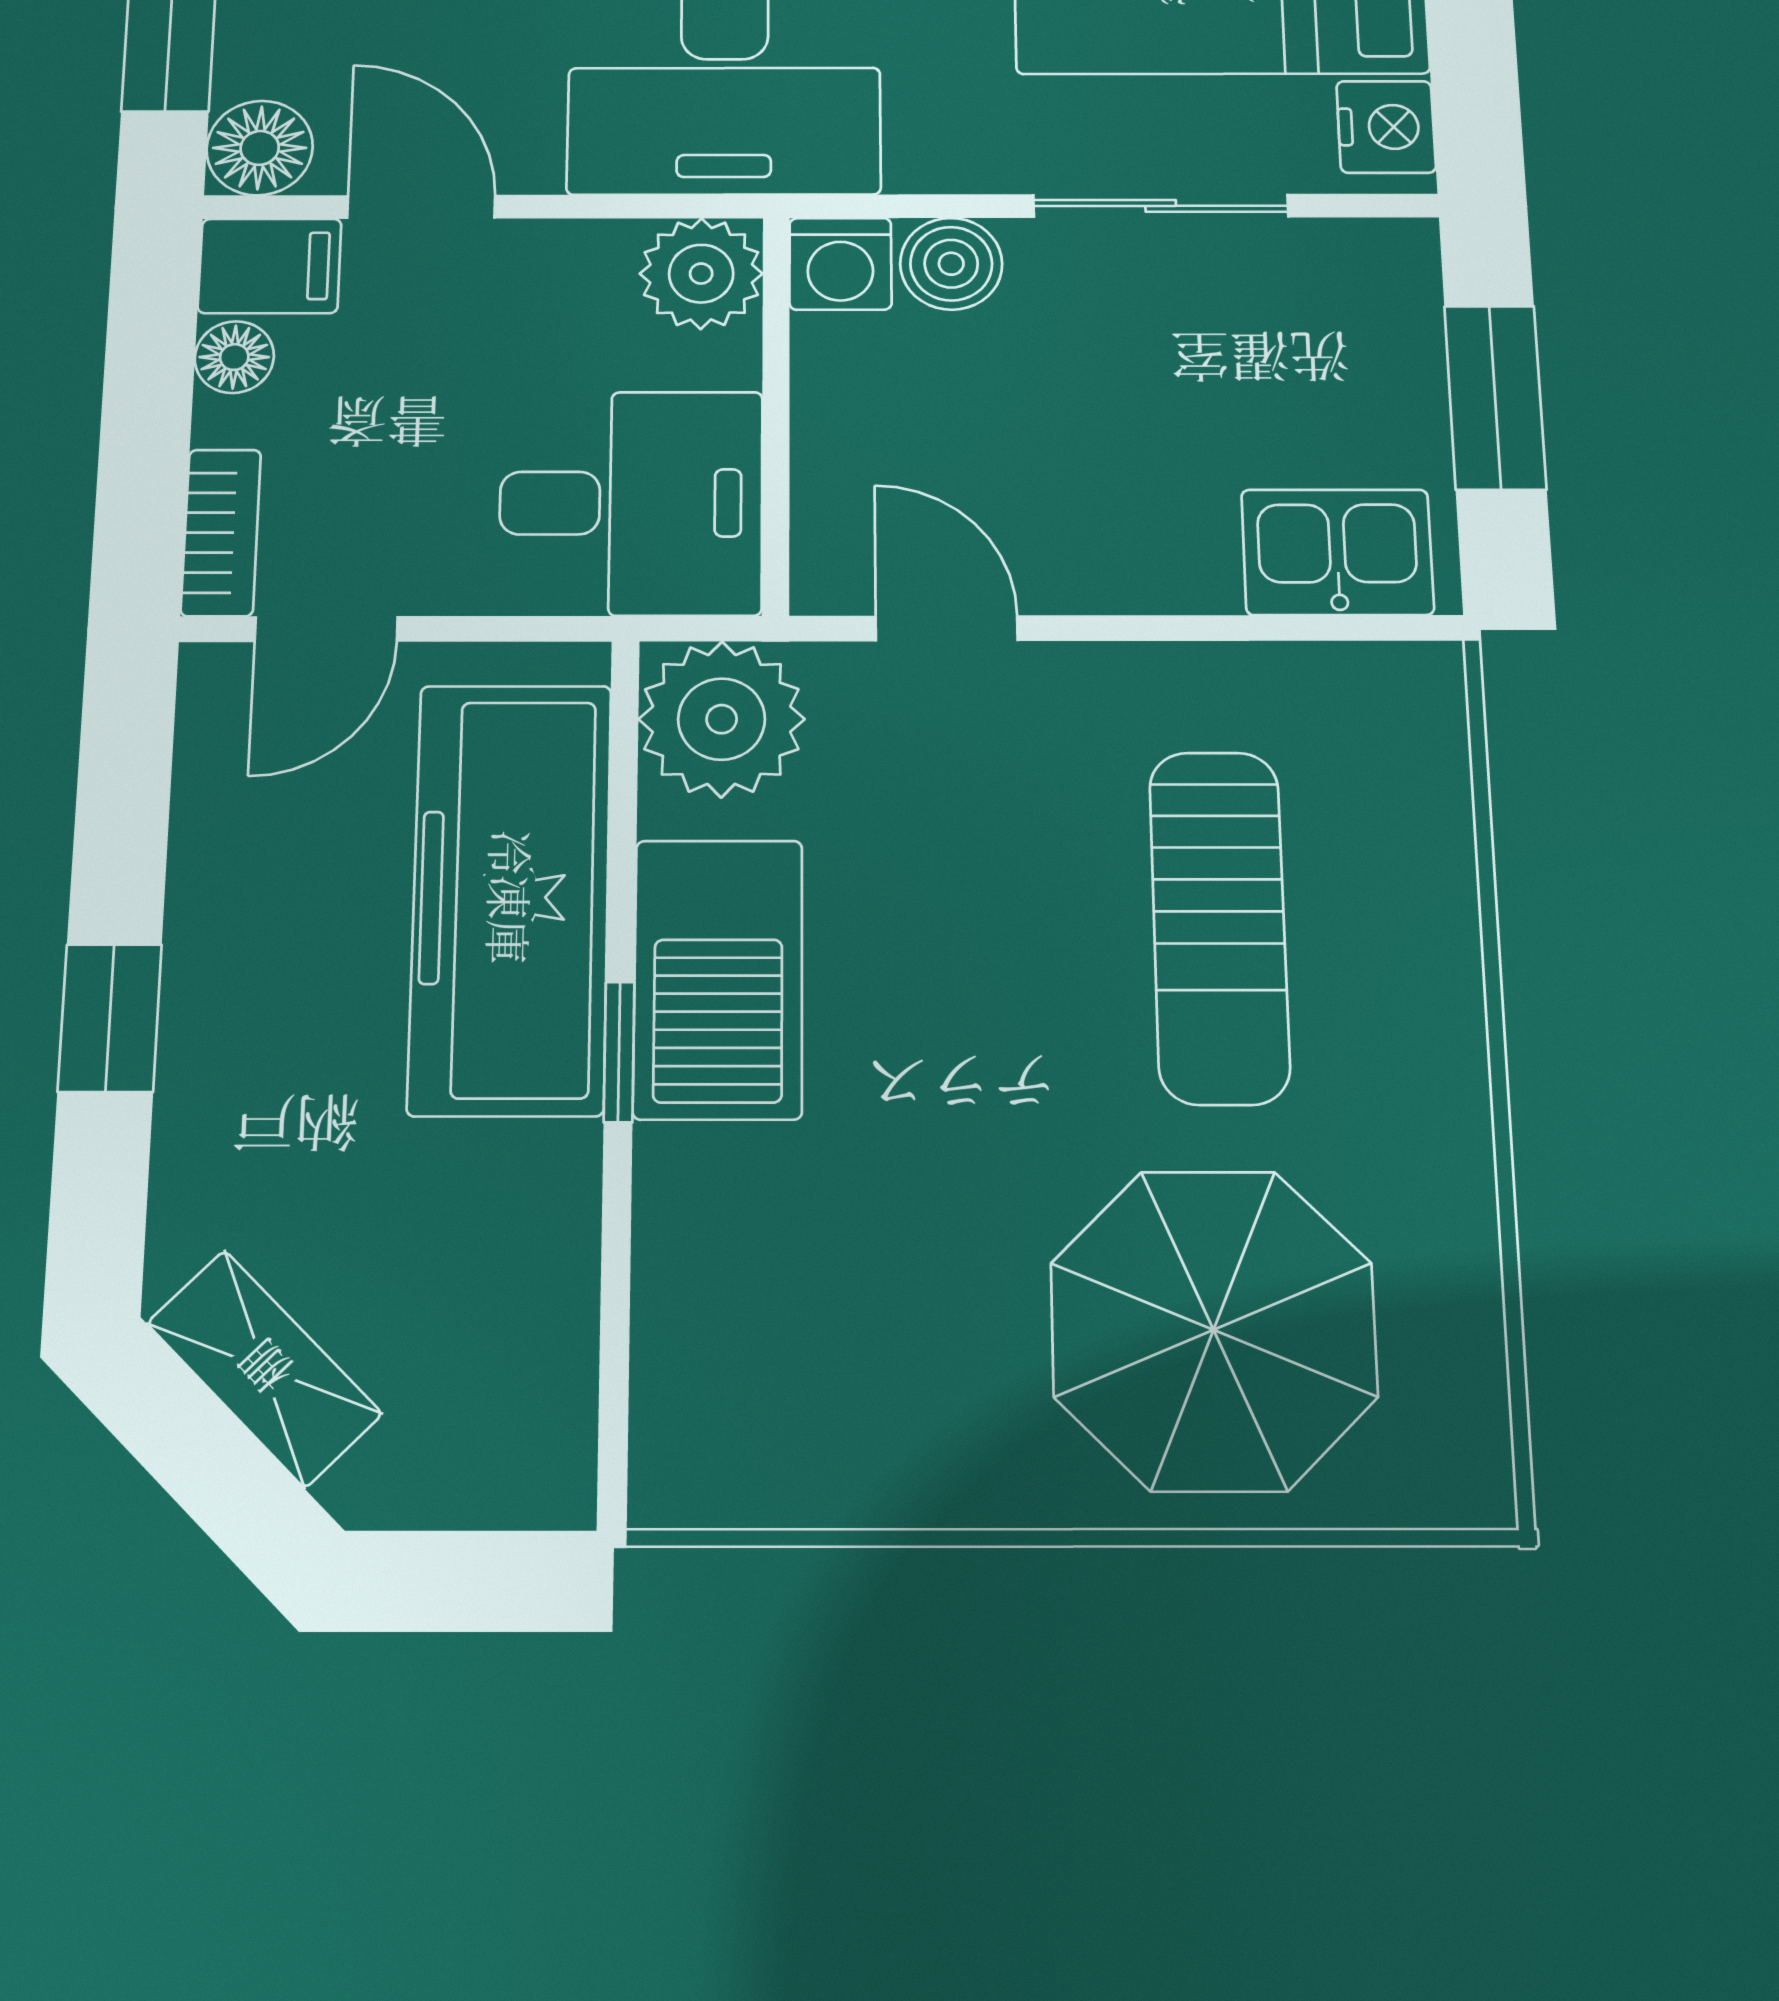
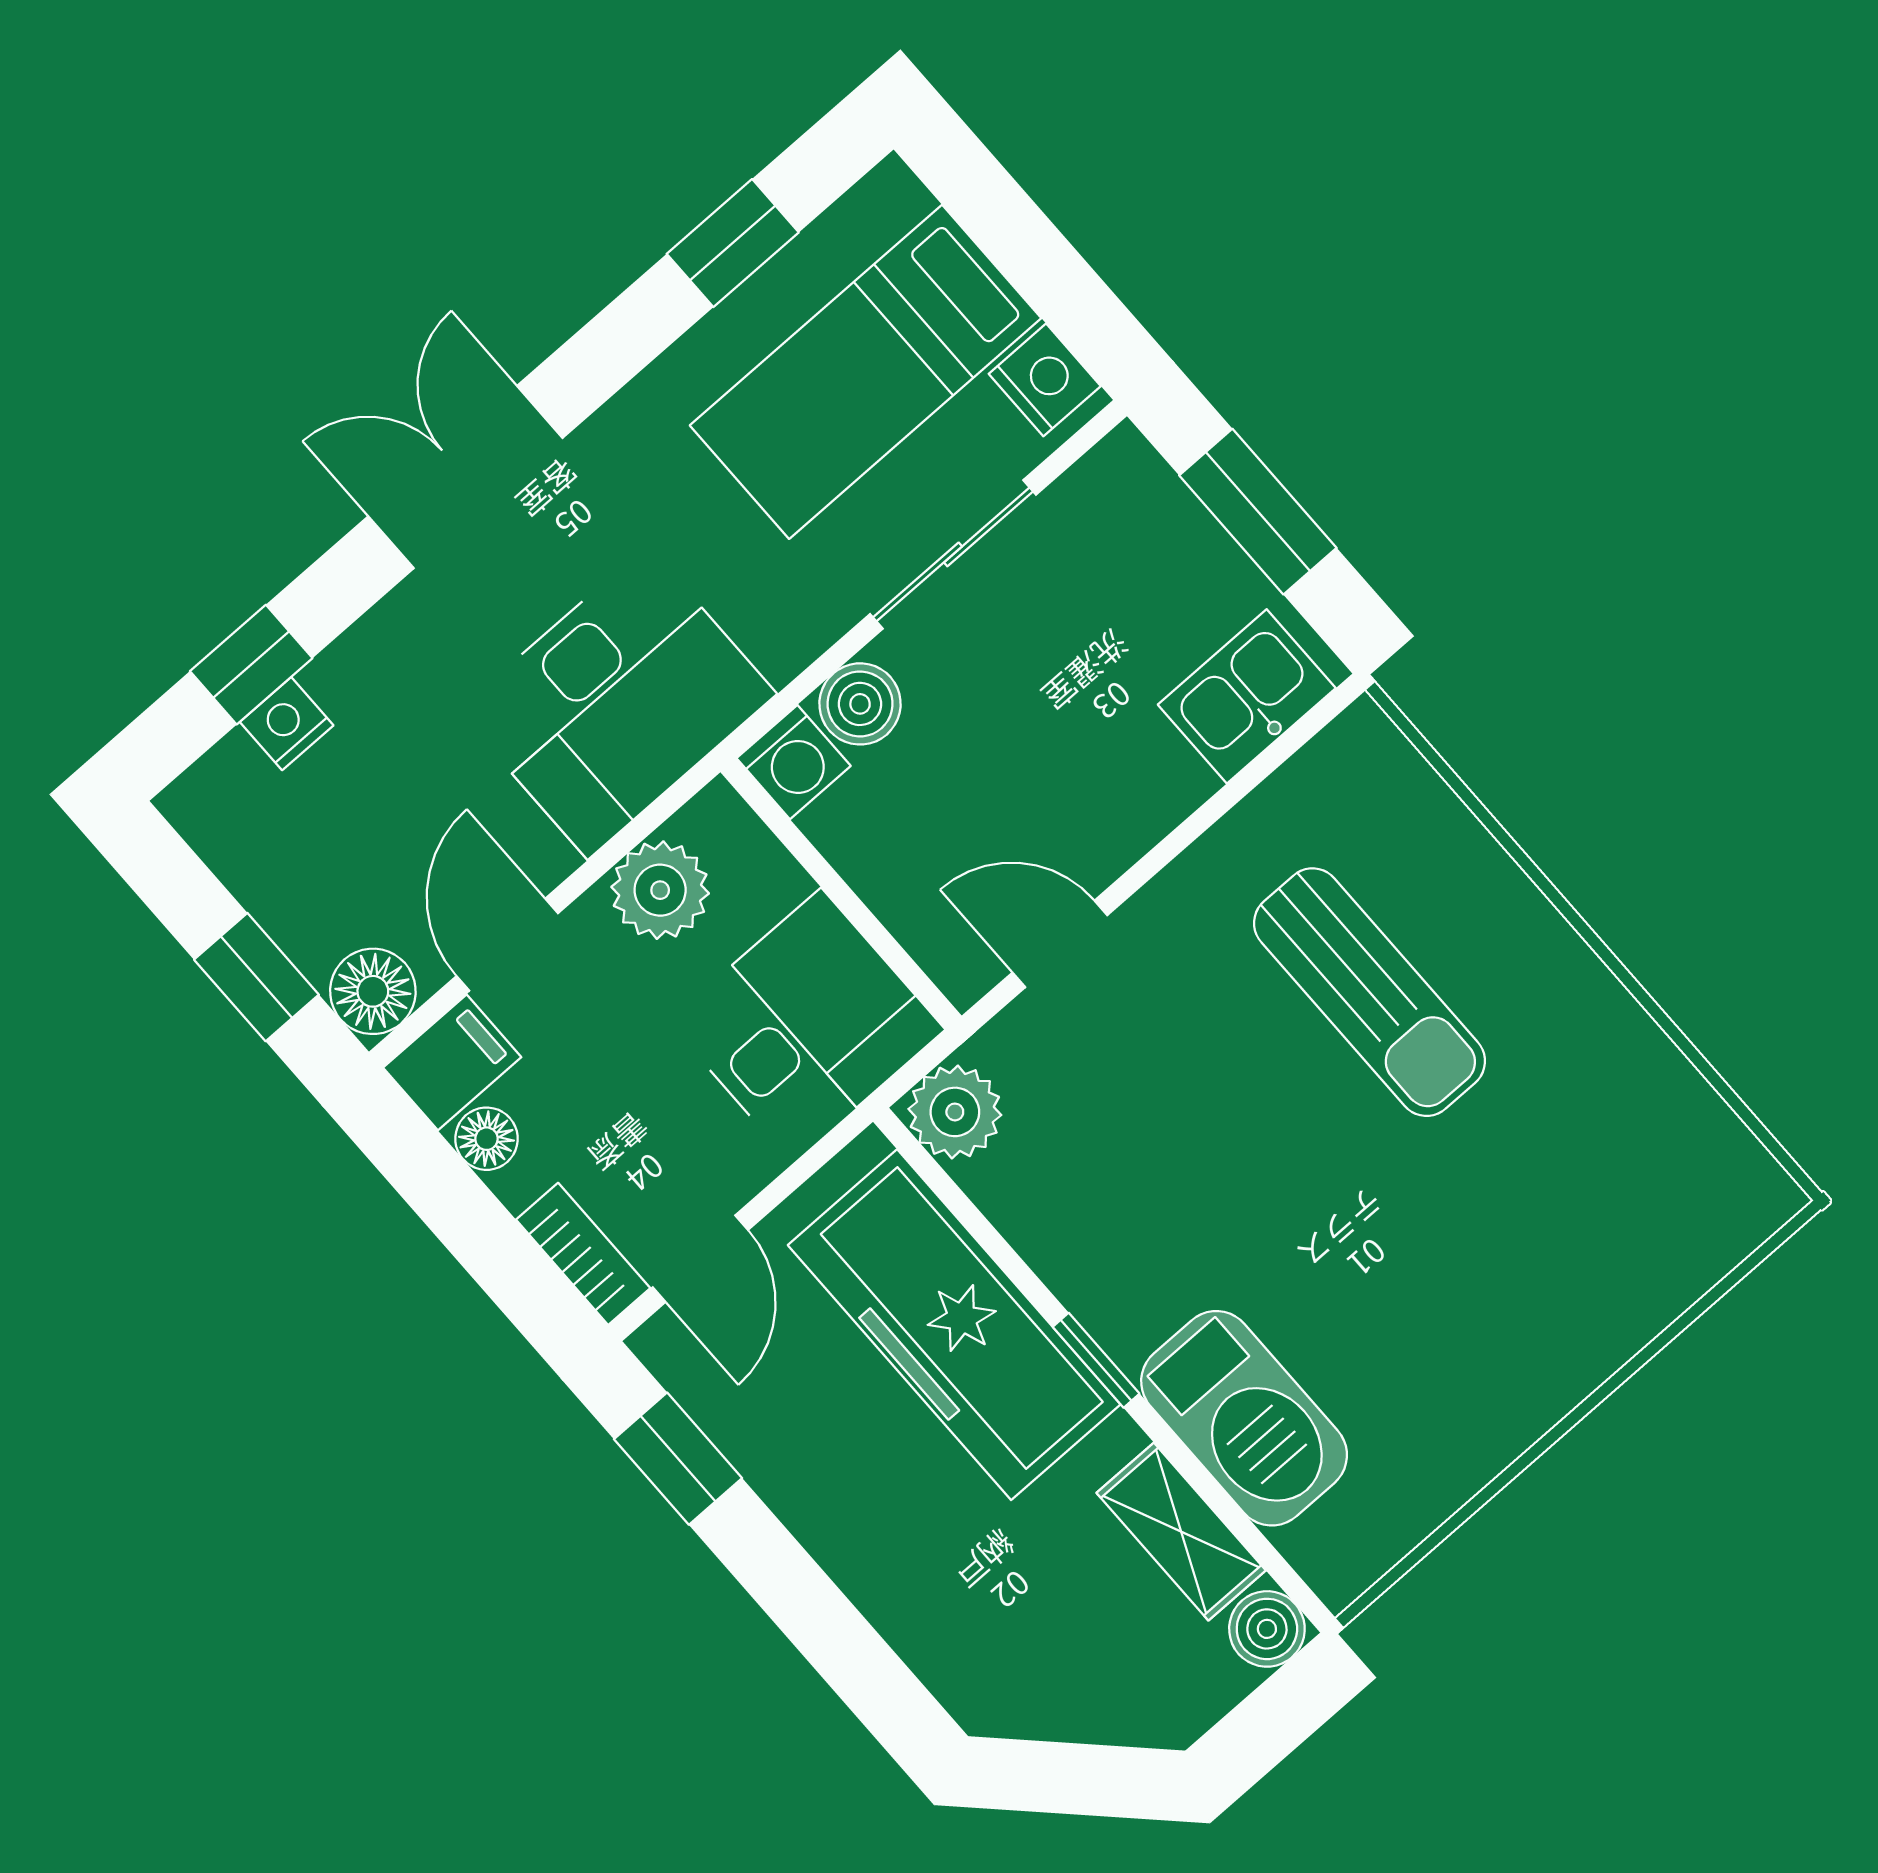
door: (421, 207) -> (507, 945), hinge flipped
plant: (701, 274) -> (660, 890), moved
plant: (722, 719) -> (955, 1112), width x0.73, depth x0.73
barbecue: (718, 979) -> (1244, 1418), moved
window: (110, 1018) -> (678, 1459), moved
parasol: (1214, 1330) -> (1559, 1232), removed
shelving: (264, 1368) -> (1181, 1532), moved, turned 45
boiler: (545, 1477) -> (1267, 1629), added

